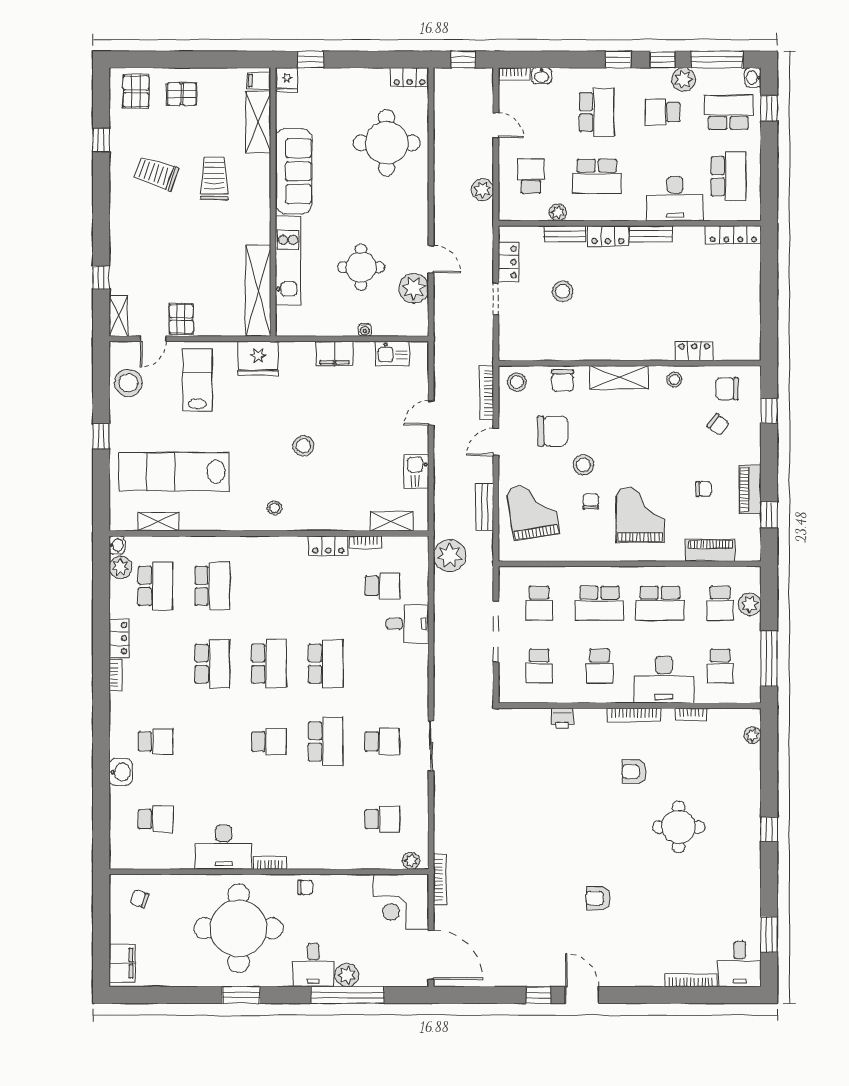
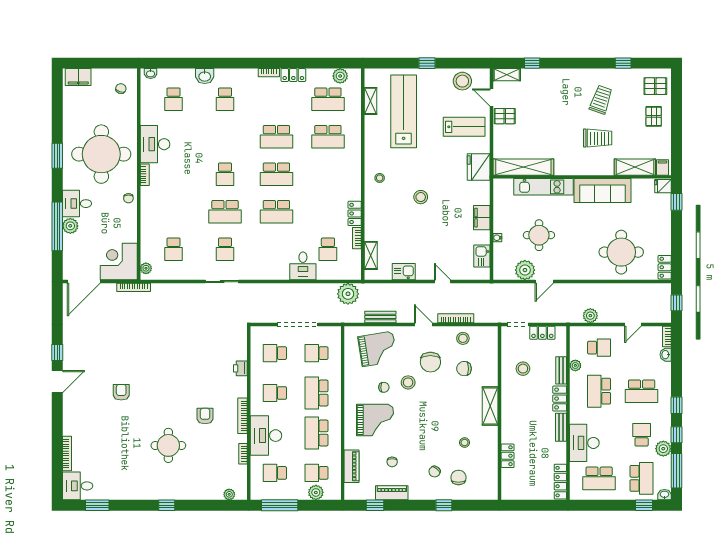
locker: (694, 351) -> (508, 456), moved
wall: (630, 363) -> (500, 413), moved
shelving: (619, 377) -> (490, 406), moved
washbasin: (117, 545) -> (151, 74), moved

